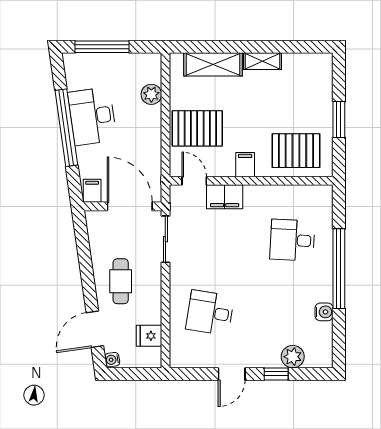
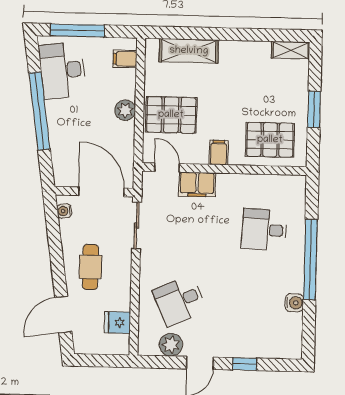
shelving: (263, 61) -> (291, 50), moved
plant: (151, 94) -> (125, 110), moved
desk: (92, 116) -> (62, 70), moved
filing cabinet: (92, 191) -> (125, 59), moved, turned -90
desk: (210, 313) -> (180, 301), turned -33
plant: (293, 357) -> (171, 345), moved
water cooler: (112, 360) -> (64, 211), moved

